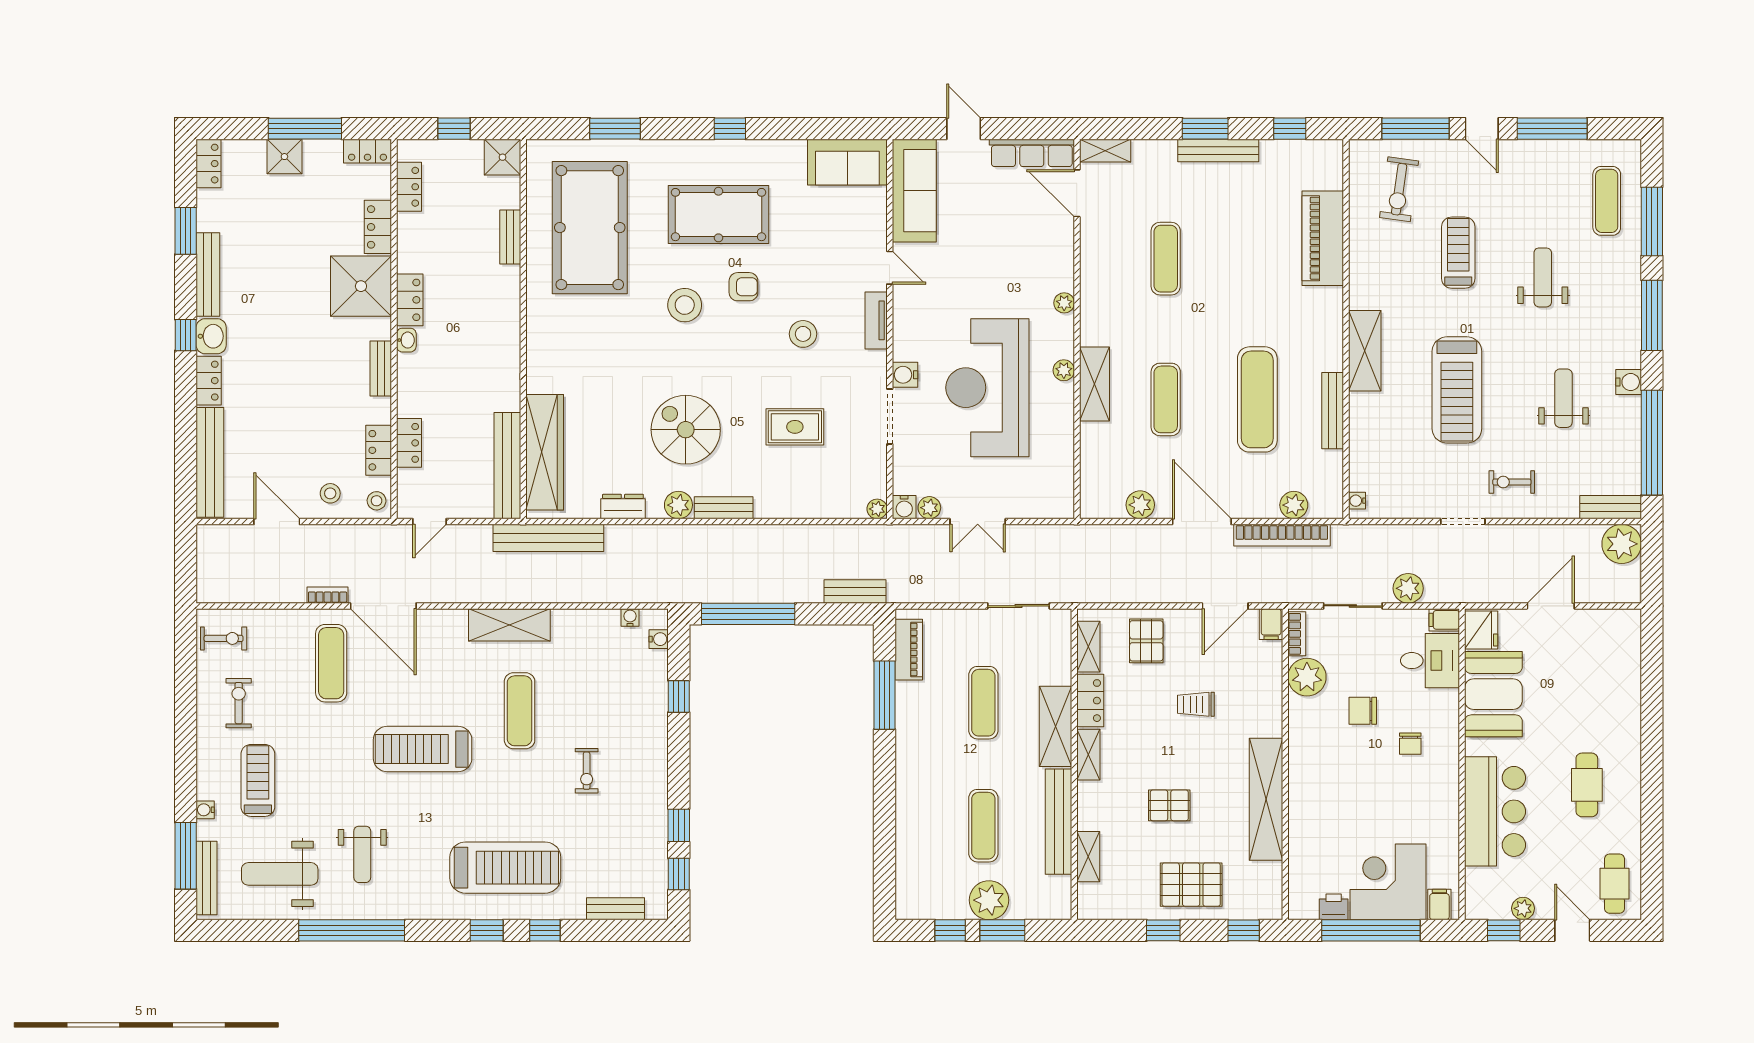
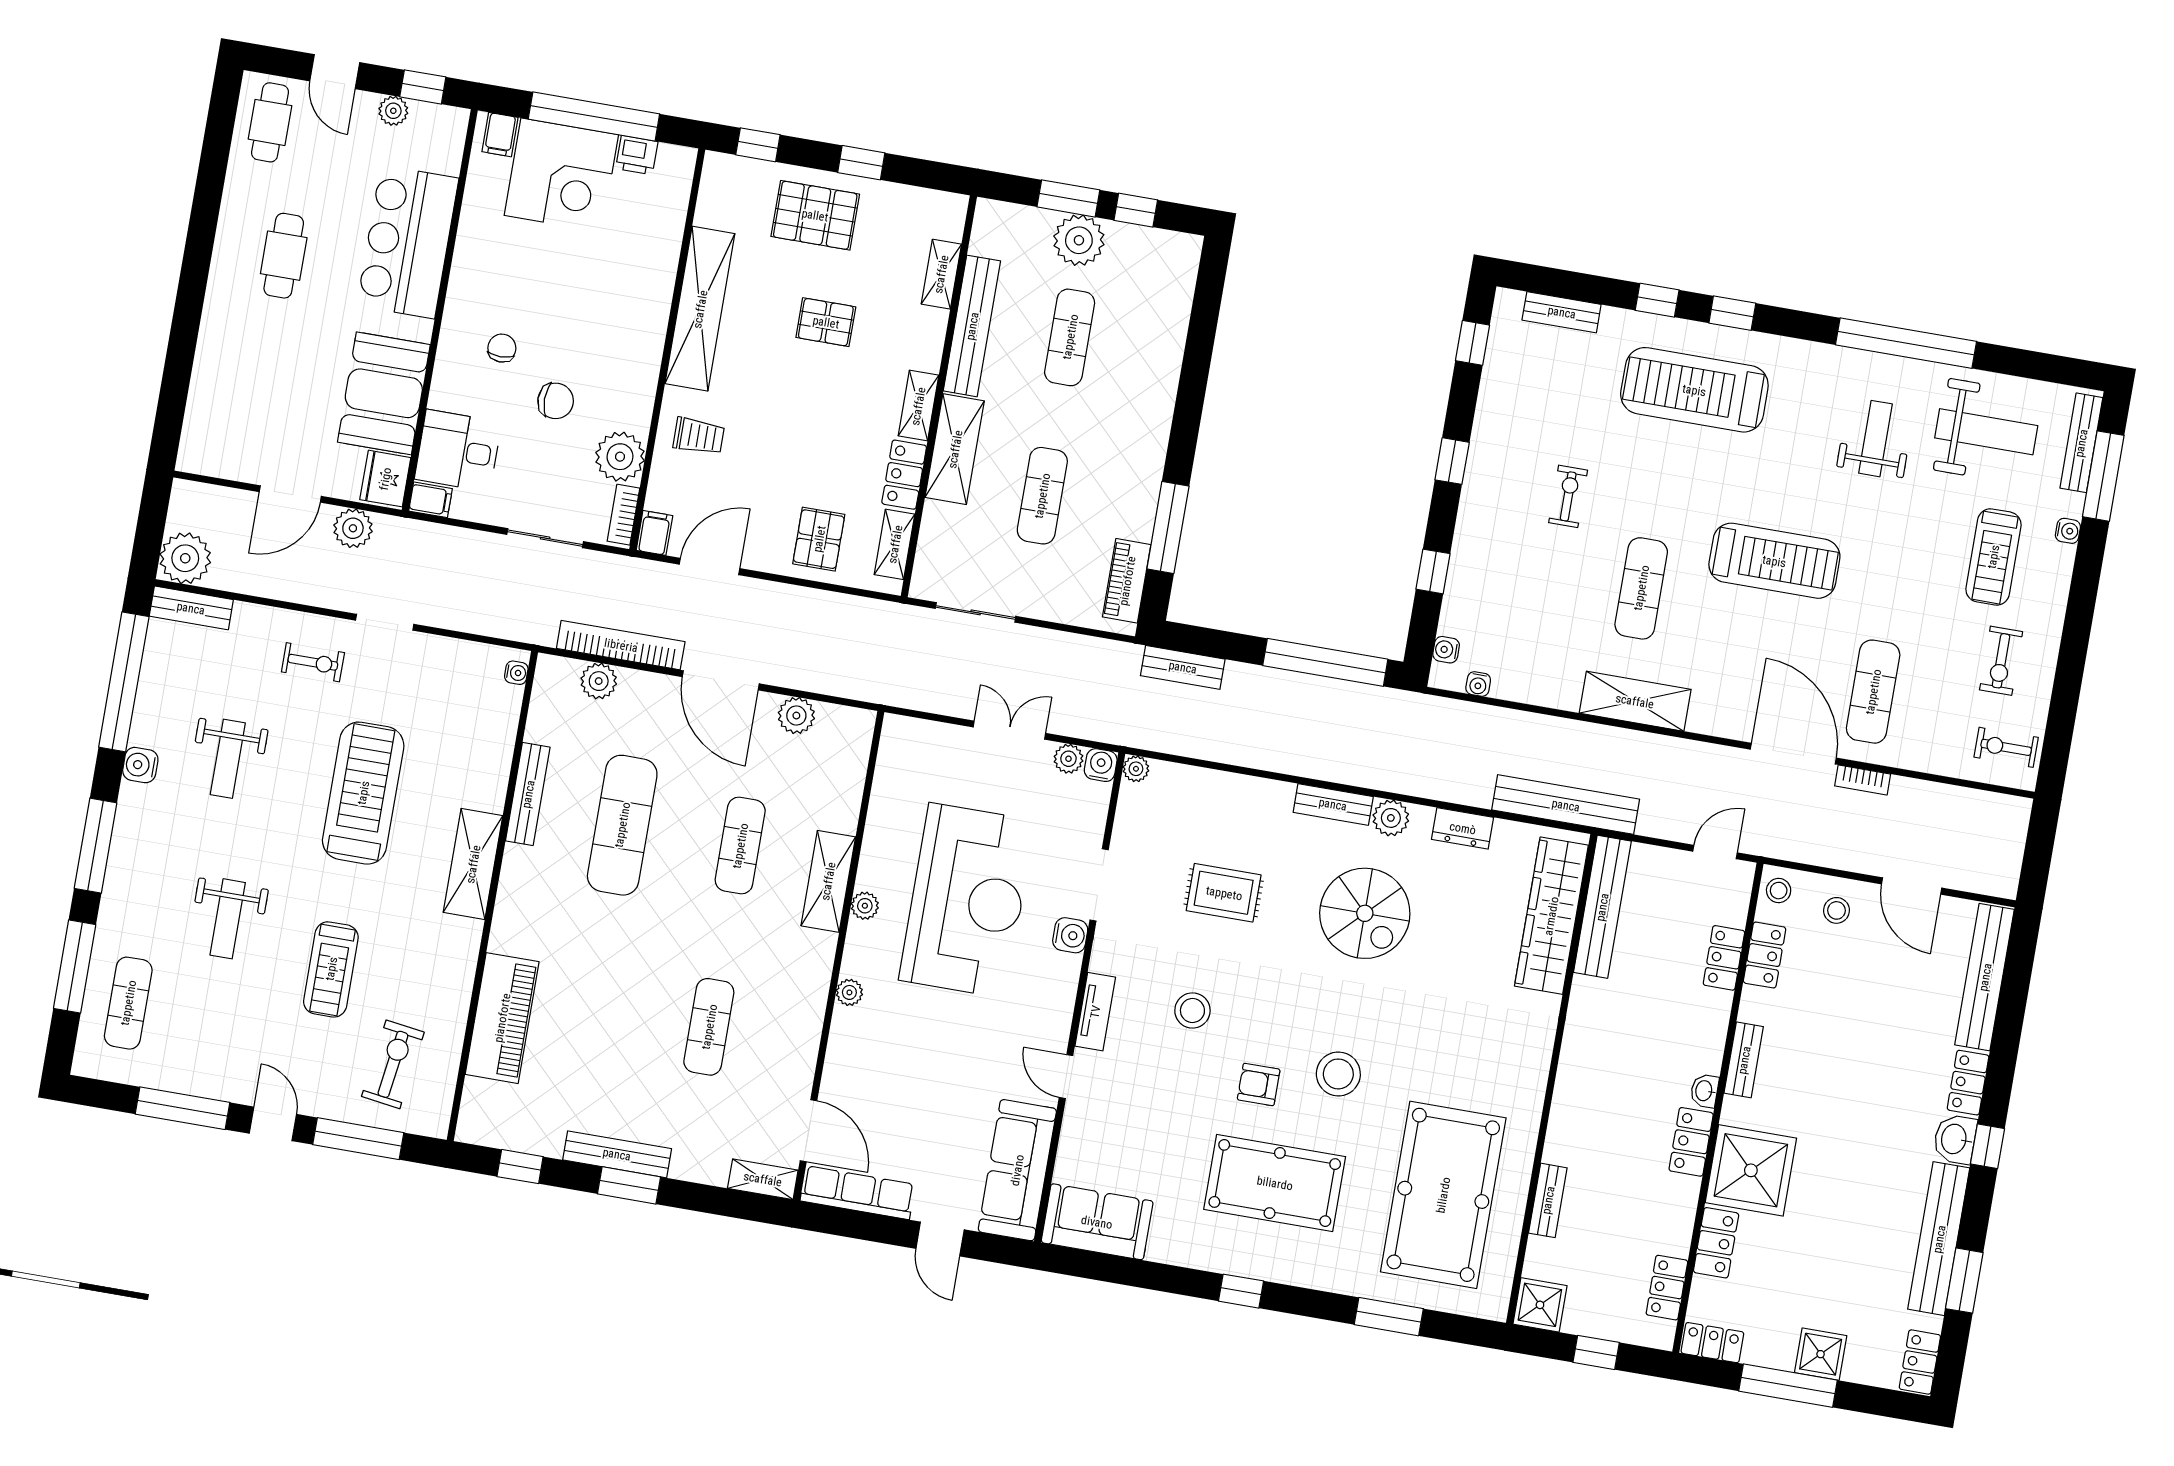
bench: (208, 275) -> (1939, 1239), width x1.37, depth x1.21
plant: (1408, 588) -> (353, 528), moved
trolley: (1196, 704) -> (699, 436), moved
window: (679, 825) -> (1452, 461), moved

